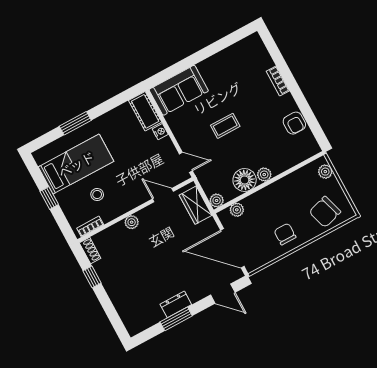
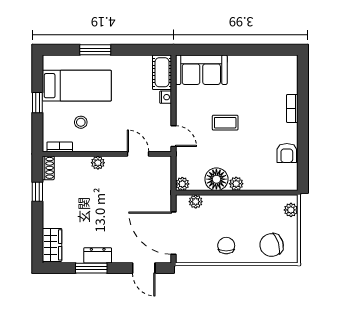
wardrobe: (196, 205) -> (52, 245), moved, turned 180

